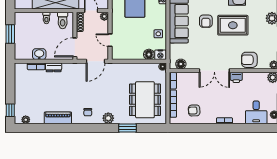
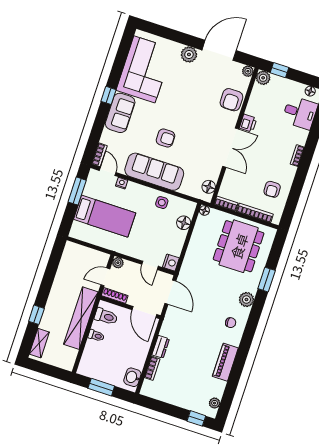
rug: (233, 25) -> (182, 106), removed
door: (110, 40) -> (150, 265), hinge flipped
washbasin: (39, 54) -> (132, 377), moved
nightstand: (160, 55) -> (171, 263), moved
dining table: (145, 100) -> (239, 246), turned 90

